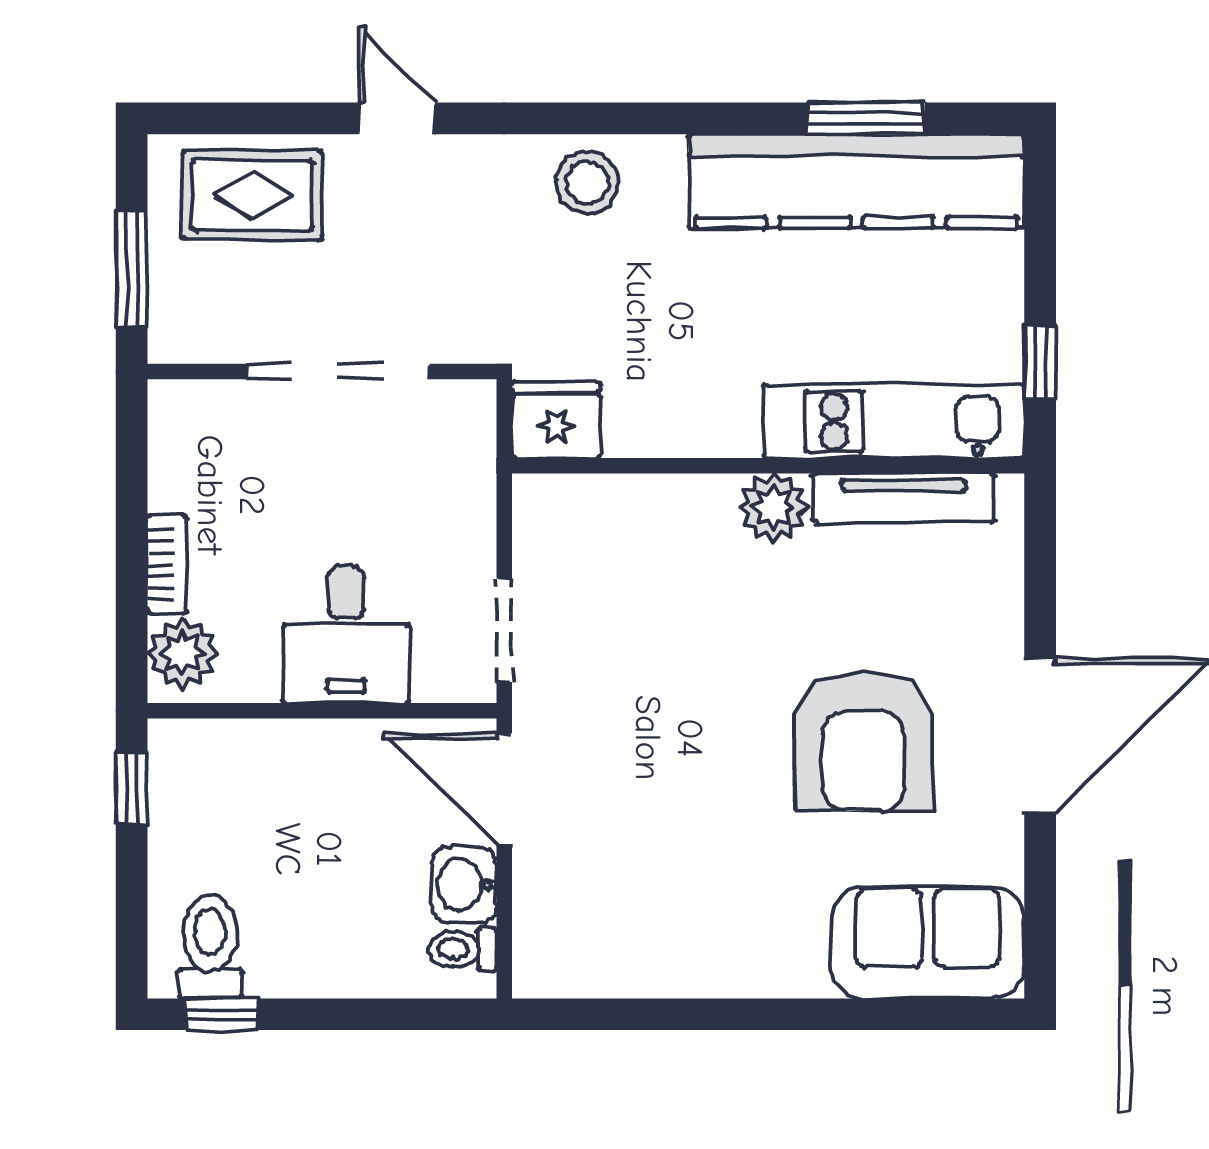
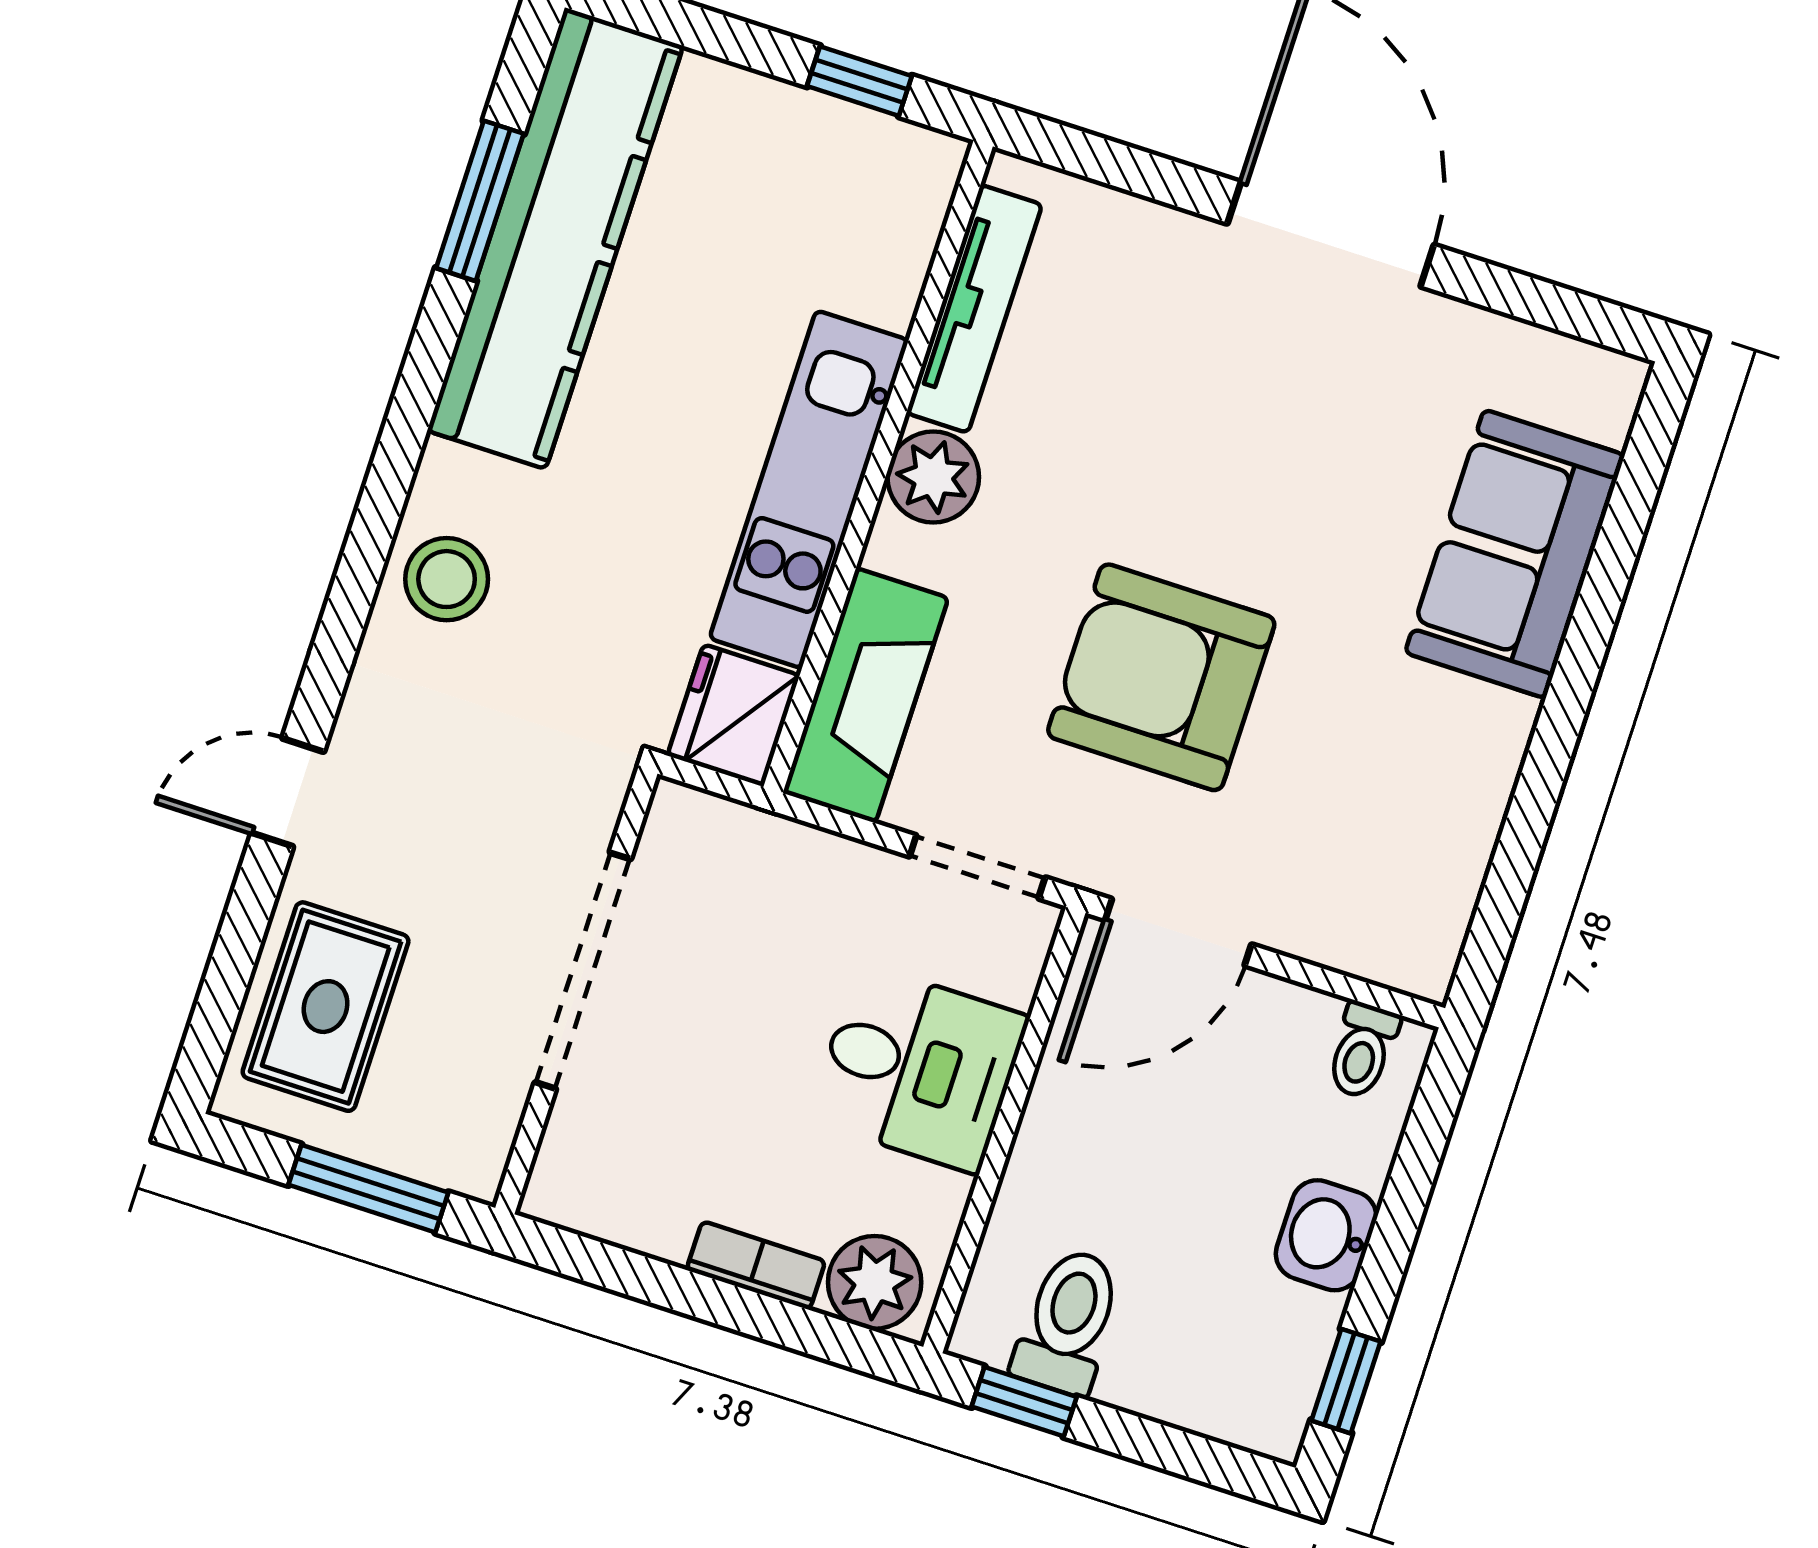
kitchen unit: (894, 421) -> (809, 489), moved
fireplace: (601, 510) -> (866, 695), added
armchair: (863, 741) -> (1161, 677), moved, turned 180
washbasin: (464, 885) -> (1326, 1235), moved, turned 90
sofa: (928, 943) -> (1515, 554), moved
toilet: (210, 946) -> (1068, 1321), moved, turned 90

